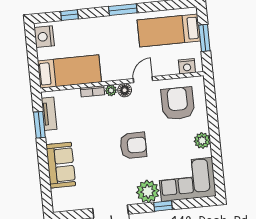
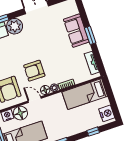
floor lamp: (168, 65) -> (20, 113), added
door: (143, 80) -> (35, 100), swing flipped
window: (39, 125) -> (90, 35), moved
armchair: (133, 145) -> (34, 71), moved

